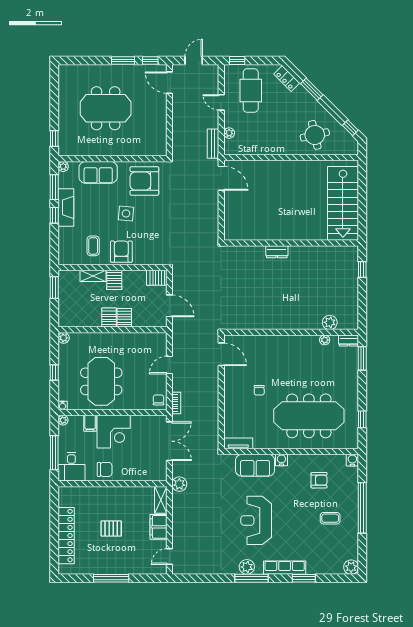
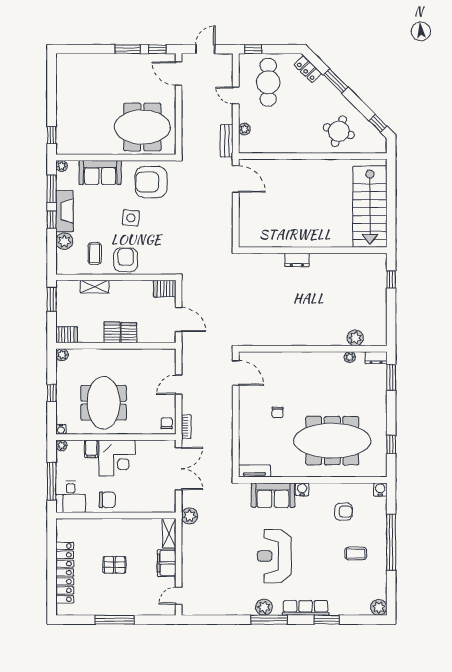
meeting table: (106, 108) -> (142, 127), moved
round table: (315, 135) -> (339, 131), turned 31
plant: (66, 235) -> (64, 241), added
server rack: (114, 280) -> (67, 335), moved, turned -90

